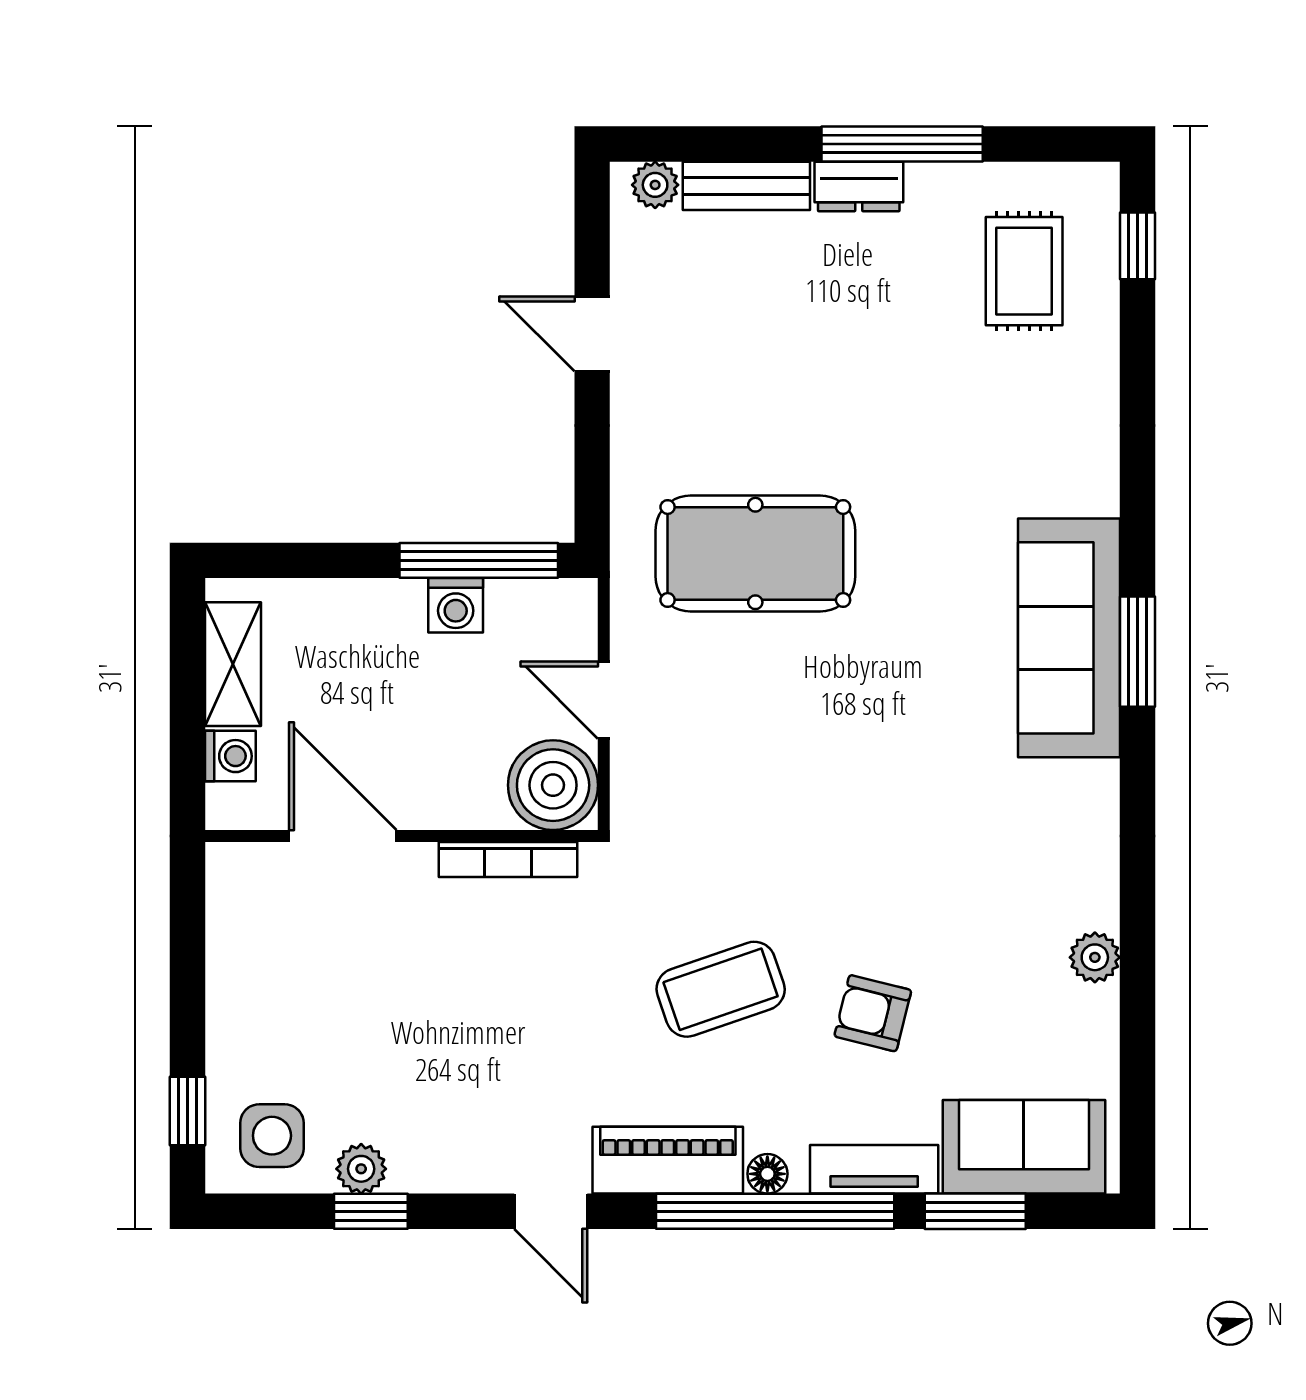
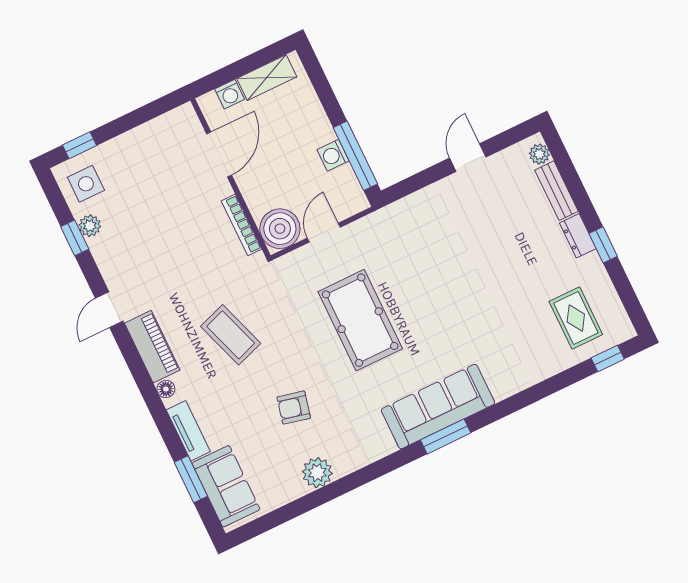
window: (902, 144) -> (603, 245), width x0.46
rug: (1024, 271) -> (576, 318), turned 90
pool table: (755, 553) -> (360, 320), moved
plant: (1095, 957) -> (317, 473), width x1.38, depth x1.38
armchair: (873, 1013) -> (294, 408), moved, turned -91
window: (775, 1211) -> (152, 399), removed

